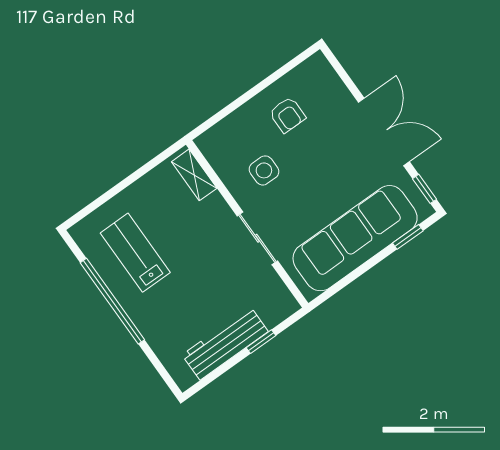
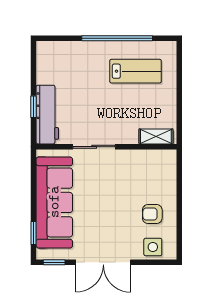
side table: (264, 170) -> (153, 247), moved
workbench: (225, 343) -> (47, 115), moved

